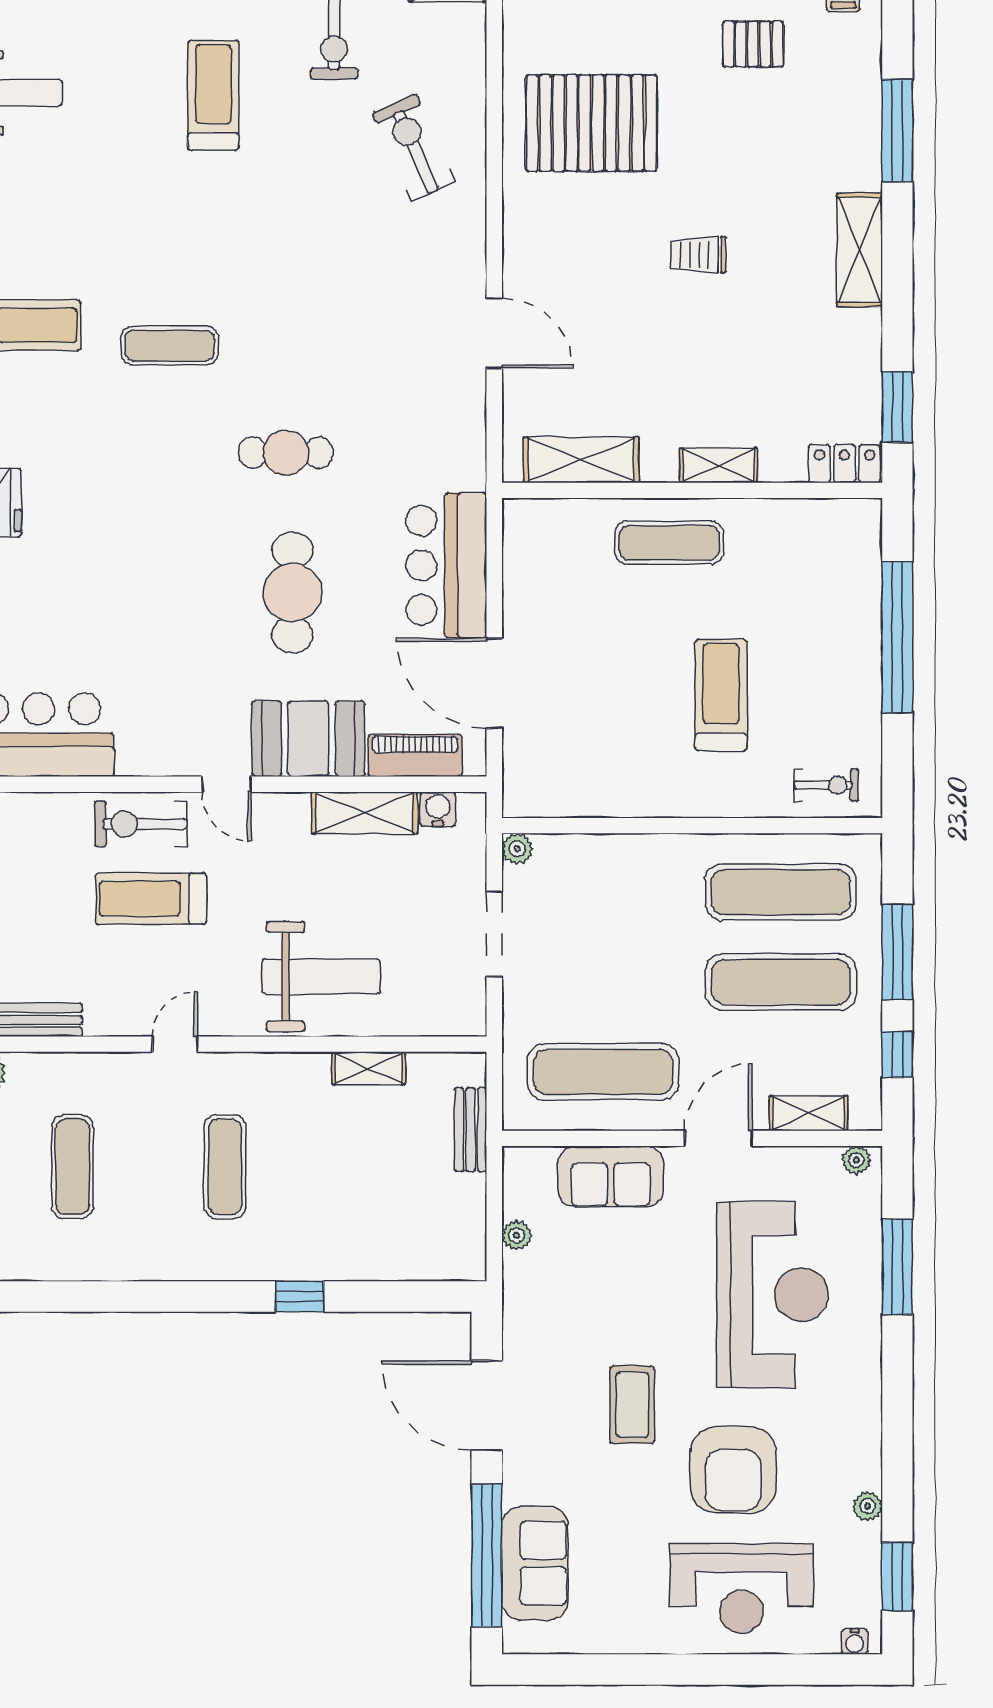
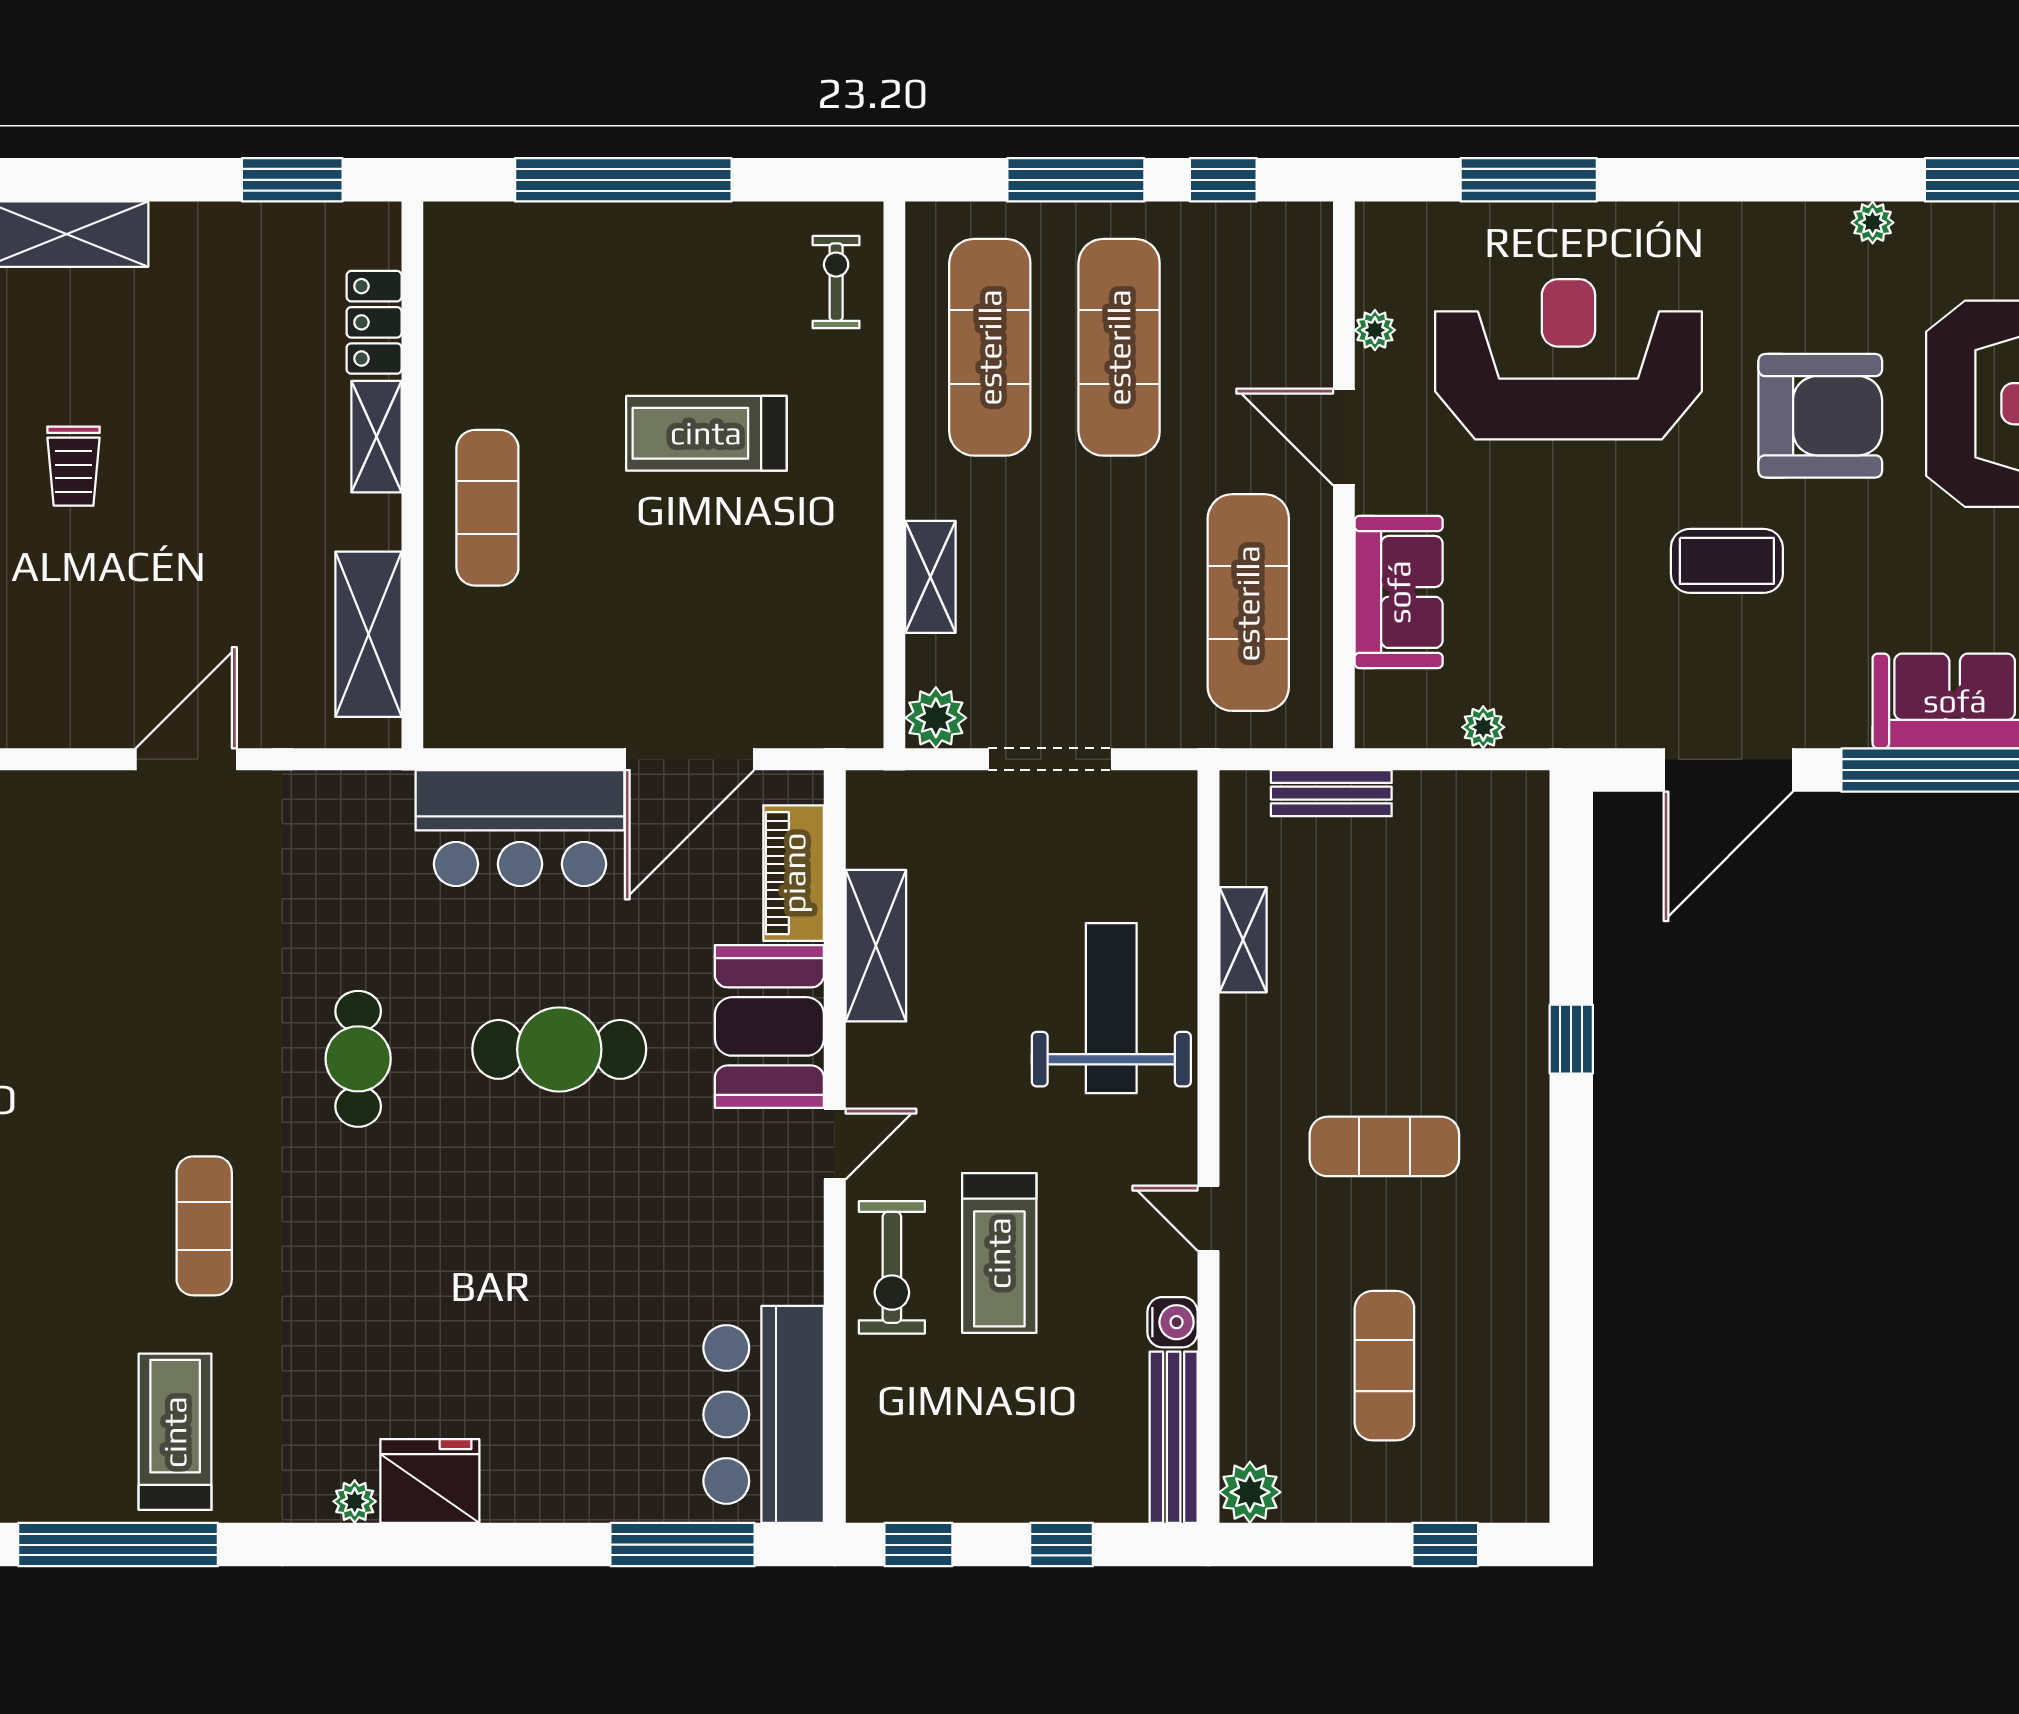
locker: (844, 464) -> (374, 322), moved
water cooler: (438, 809) -> (1173, 1322), moved, turned 180
plant: (517, 849) -> (936, 718), width x1.38, depth x1.38
shelving: (808, 1113) -> (930, 577), moved
plant: (856, 1160) -> (1375, 330), moved
exercise mat: (72, 1167) -> (1384, 1366), turned 90

